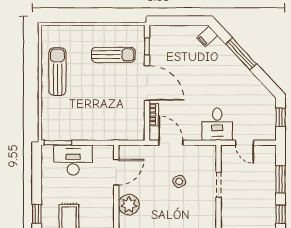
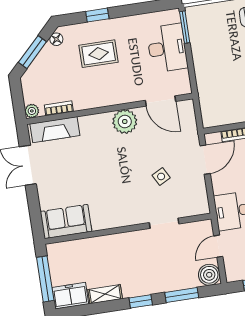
boiler: (267, 154) -> (209, 275), added

